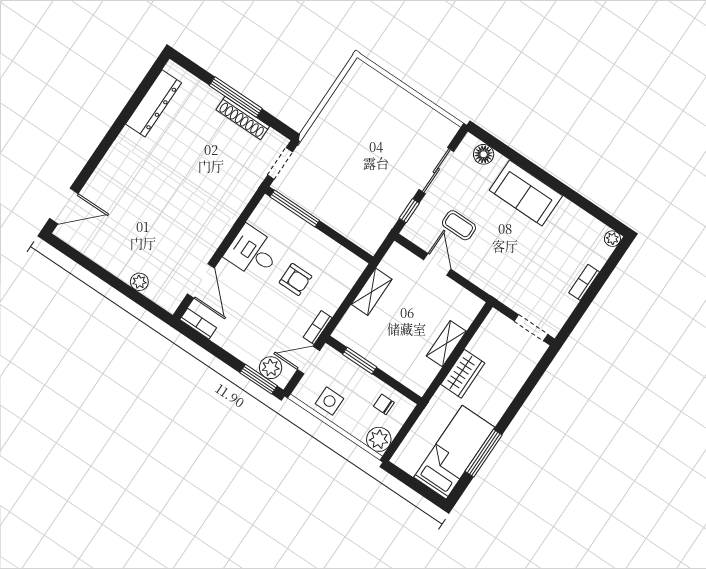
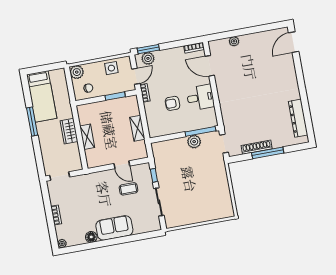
floor lamp: (484, 154) -> (91, 237), moved
plant: (316, 203) -> (194, 142), added
window: (484, 453) -> (32, 122), moved

